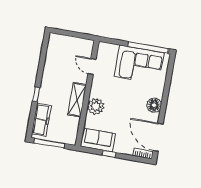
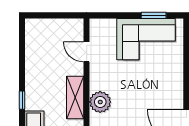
window: (148, 48) -> (154, 15), width x0.47
floor lamp: (154, 105) -> (174, 87), removed

